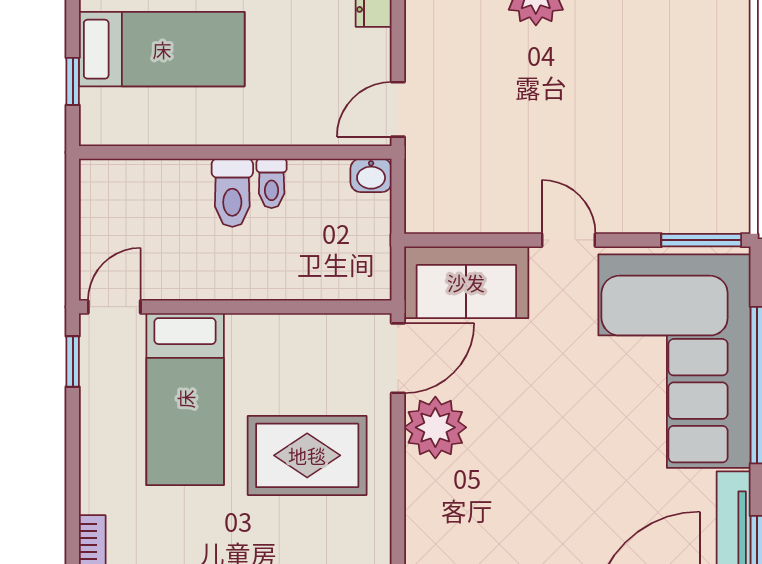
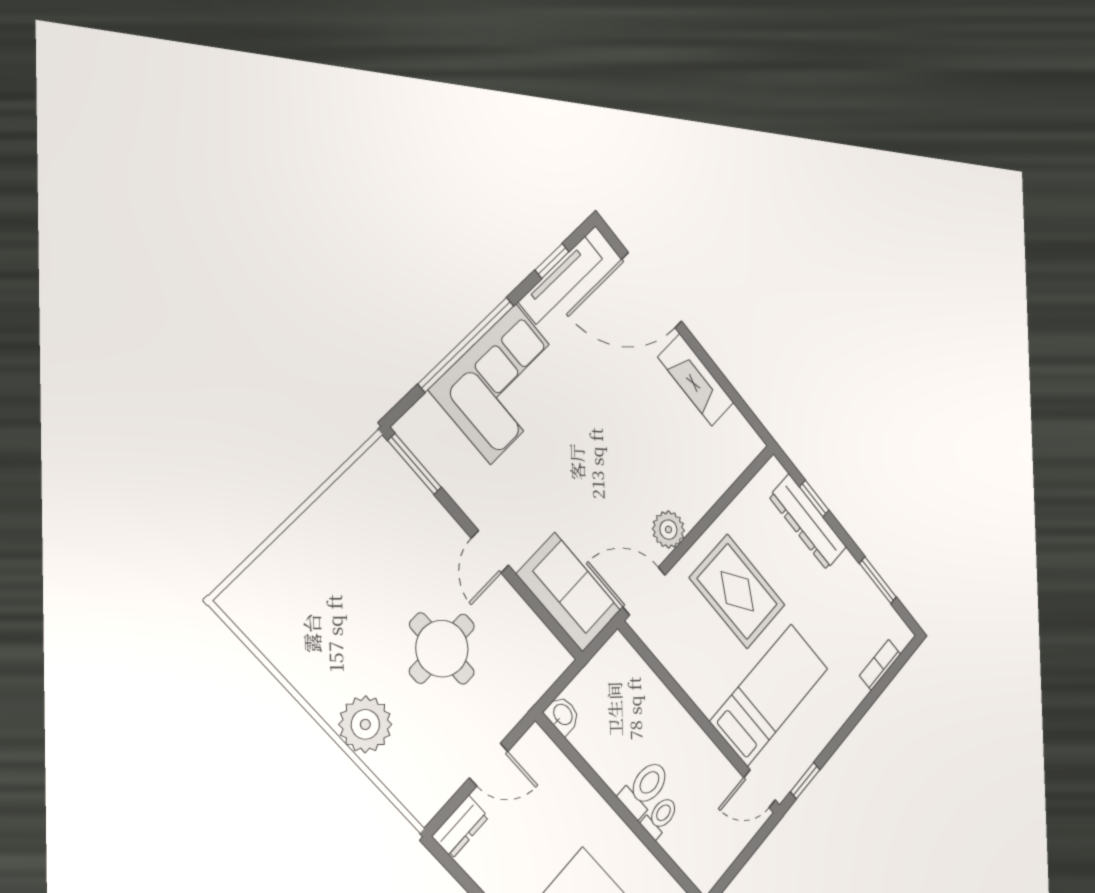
door: (398, 109) -> (489, 765), moved
round table: (531, 119) -> (442, 649), added
toilet: (272, 183) -> (660, 817), moved
corner sofa: (674, 361) -> (503, 384), width x0.73, depth x0.74
plant: (435, 427) -> (668, 530), width x0.73, depth x0.73

